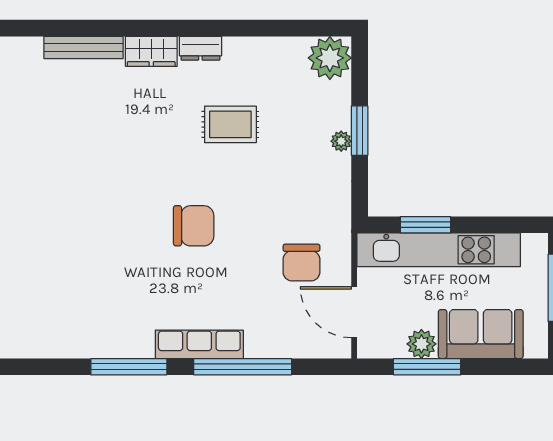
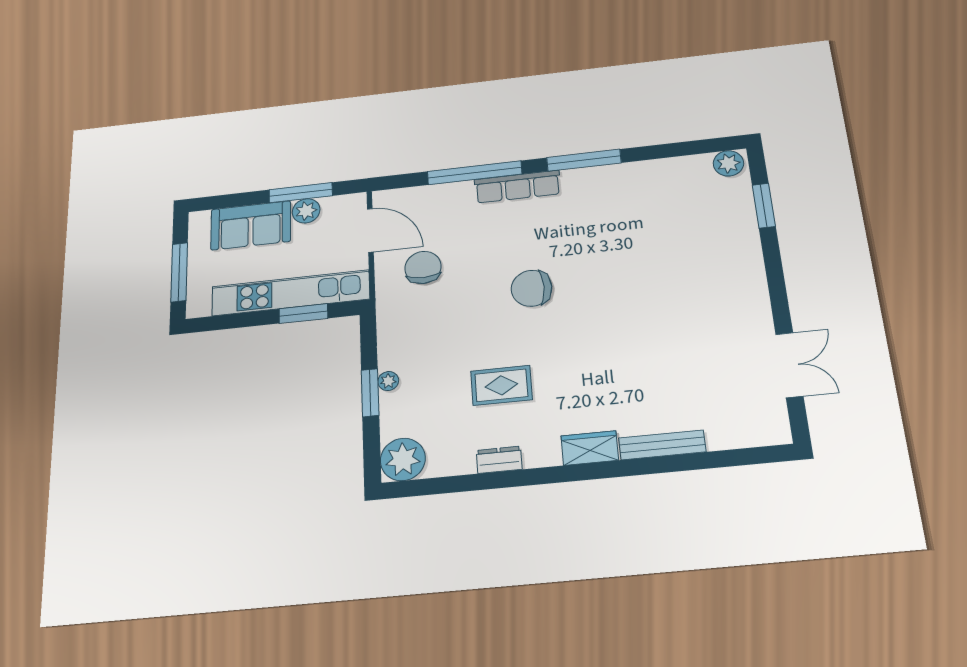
dresser: (200, 48) -> (499, 460), moved

